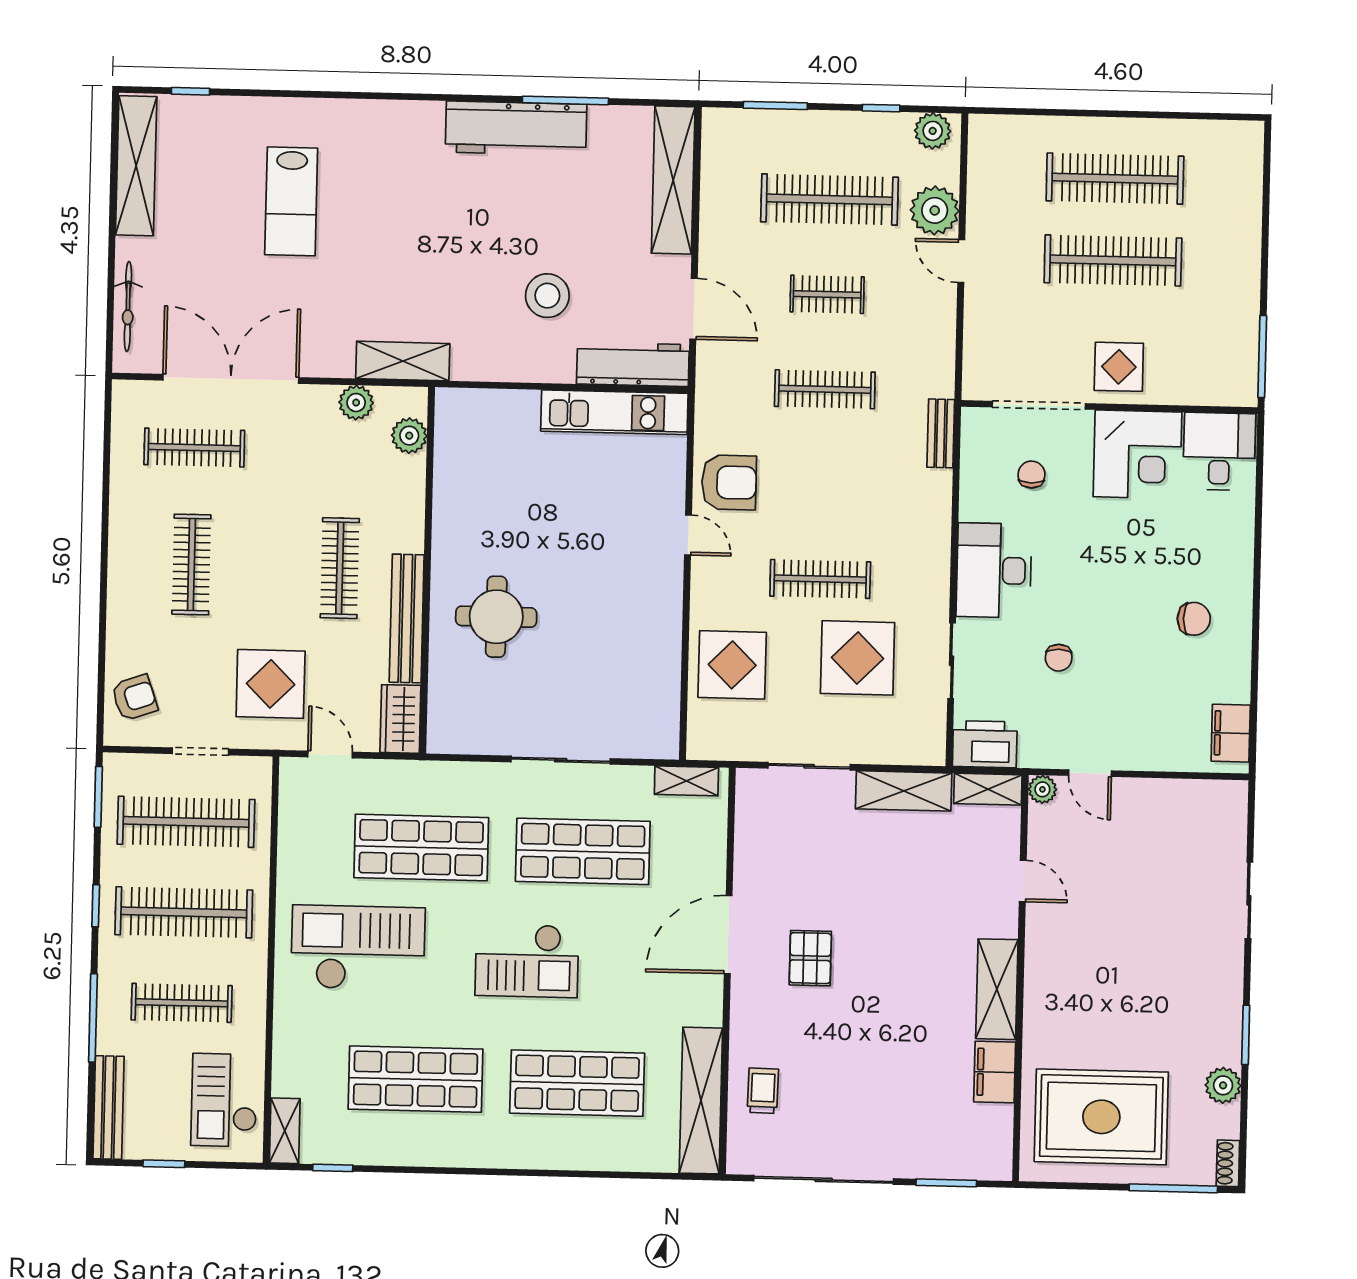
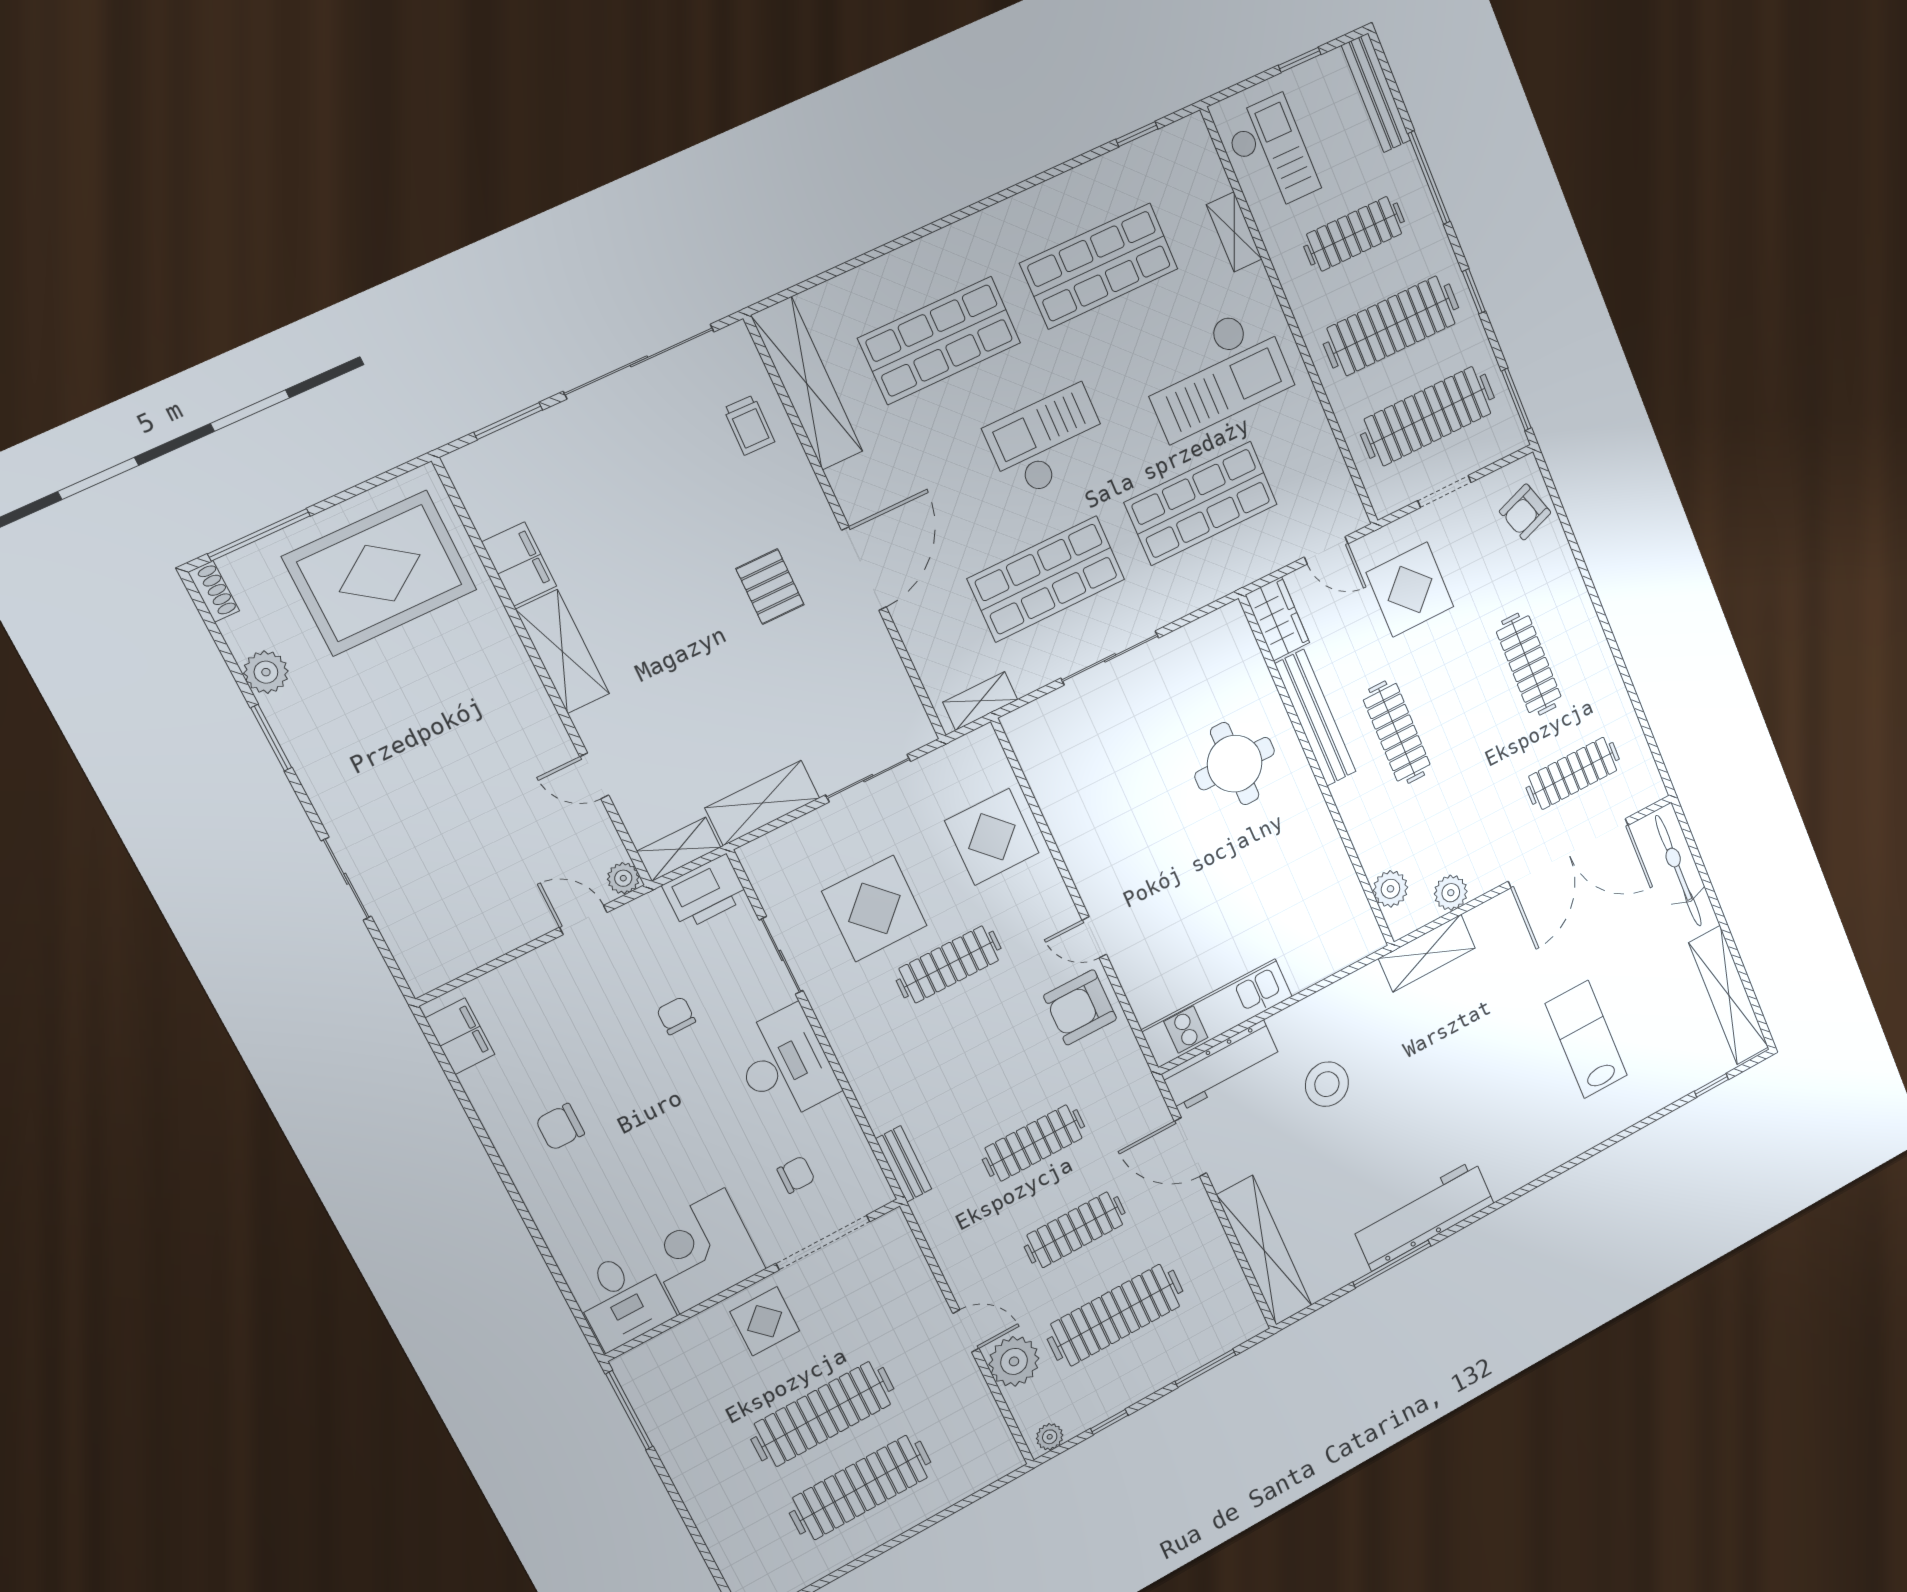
plant: (933, 131) -> (1050, 1437), width x0.73, depth x0.73
clothes rail: (827, 294) -> (1075, 1230), width x1.36
bicycle: (128, 306) -> (1678, 871), width x1.37, depth x1.40
chair: (1031, 474) -> (796, 1175), turned -90
shelving: (285, 1131) -> (1234, 232), moved

